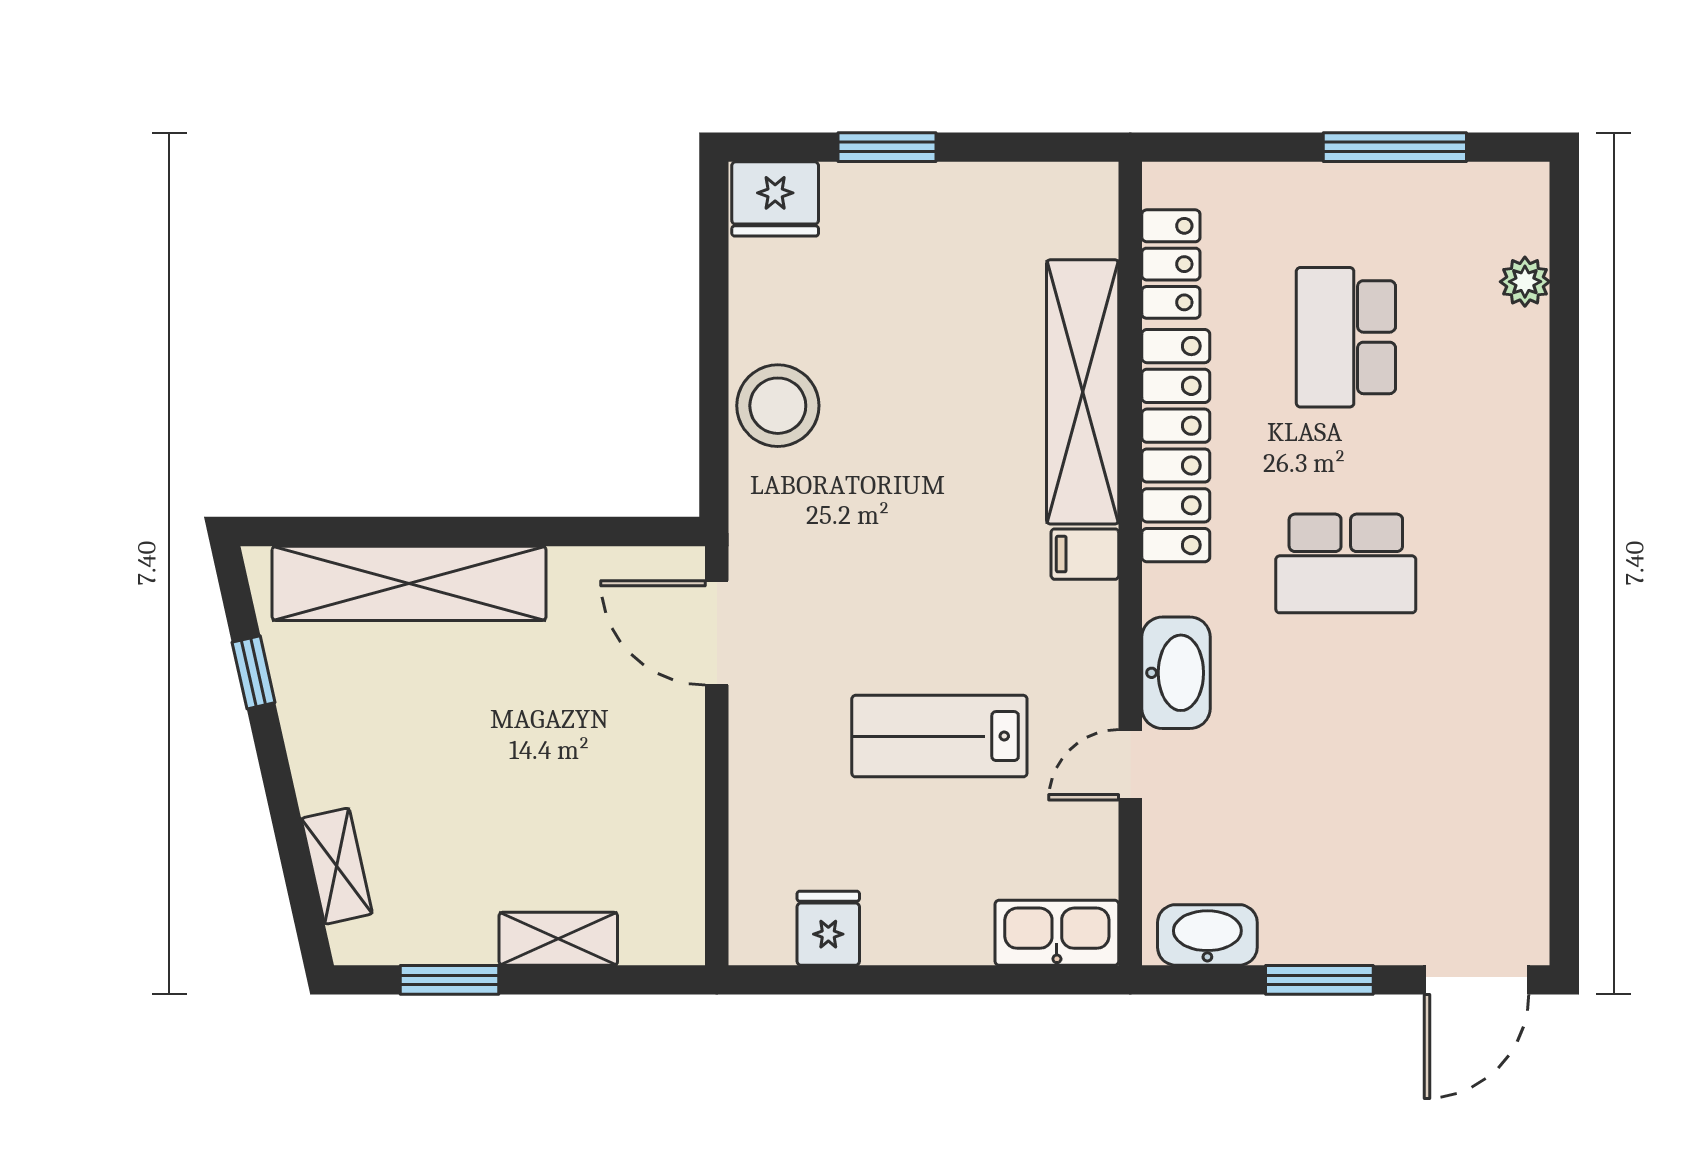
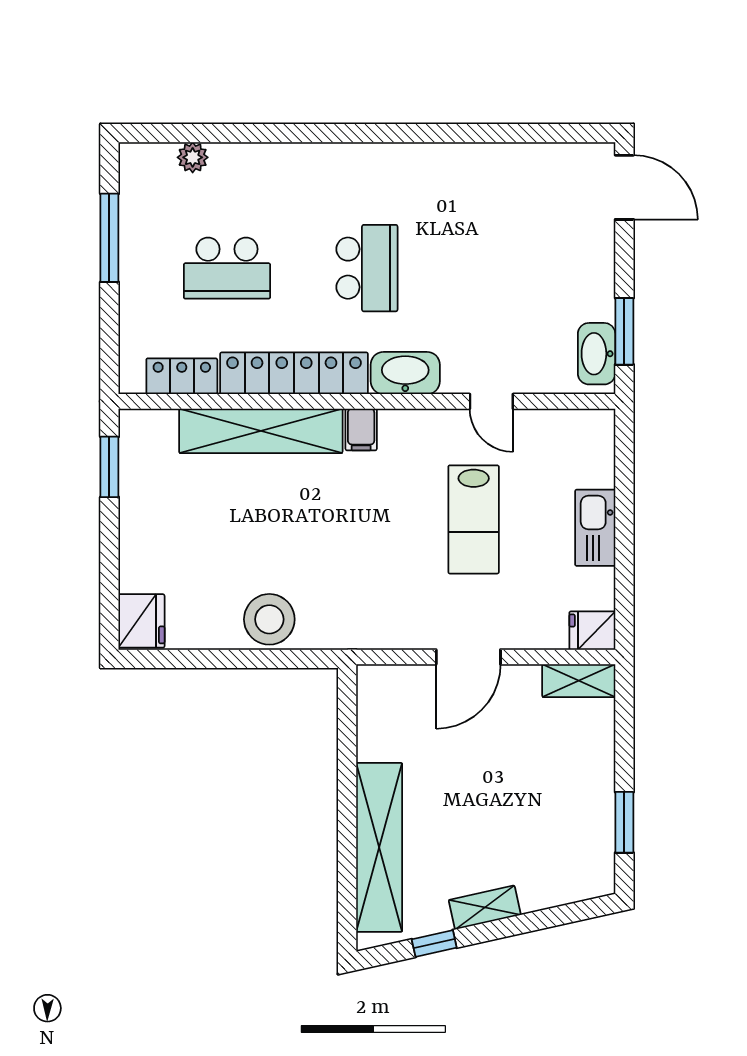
window: (887, 147) -> (109, 467), moved
door: (717, 633) -> (468, 657), moved
washbasin: (1176, 673) -> (405, 373), moved
shelving: (337, 866) -> (485, 907), moved
fridge: (828, 928) -> (592, 631), moved
kitchen sink: (1057, 933) -> (595, 528), moved
shelving: (558, 939) -> (579, 681), moved, turned 90
window: (1319, 980) -> (624, 331), moved

